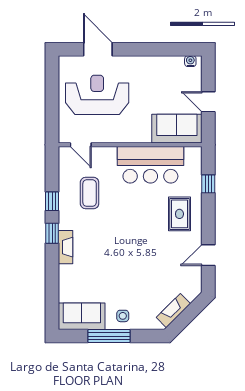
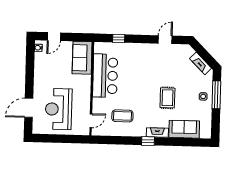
door: (208, 102) -> (54, 37), moved
window: (52, 201) -> (127, 140), removed
rug: (179, 214) -> (167, 98), moved, turned 90
door: (208, 255) -> (165, 40), swing flipped
sofa: (82, 316) -> (184, 129), moved, turned 90
window: (109, 336) -> (216, 95), moved

